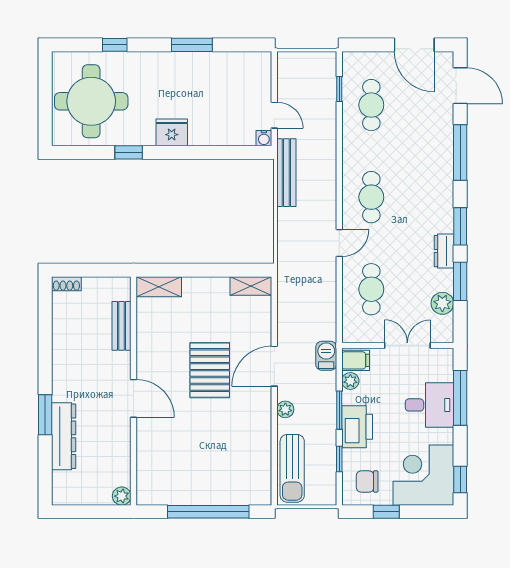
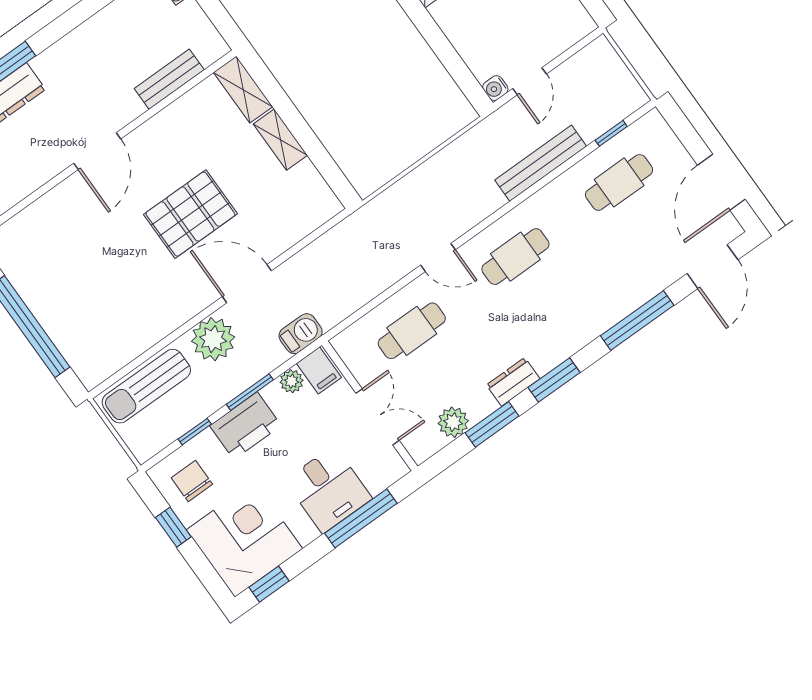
bench: (286, 173) -> (541, 163), moved
shelving: (251, 286) -> (280, 140), moved
plant: (285, 409) -> (213, 339), width x1.87, depth x1.87

